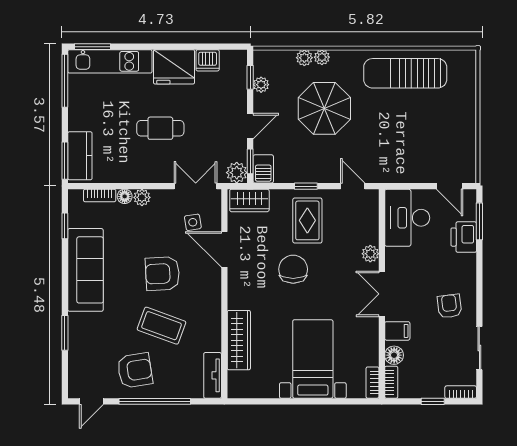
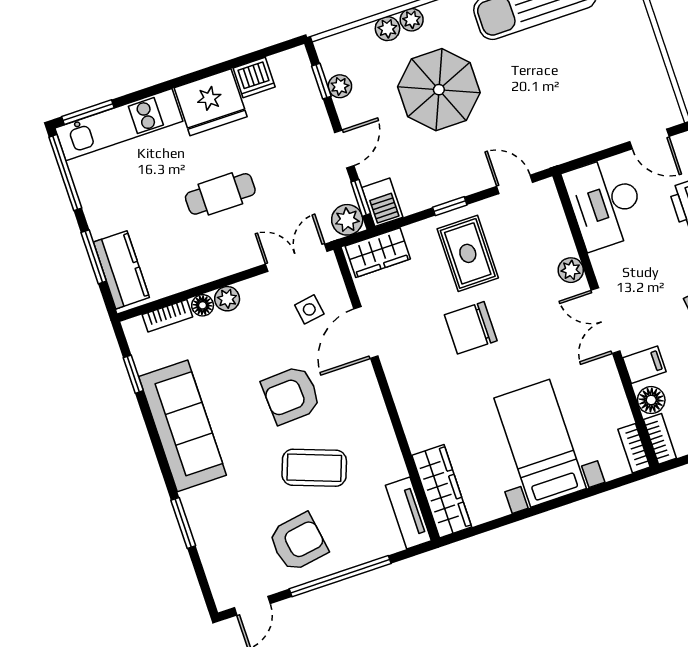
window: (65, 161) -> (94, 257), moved
door: (224, 249) -> (366, 332), hinge flipped
chair: (293, 269) -> (471, 328), turned -90
wardrobe: (239, 340) -> (442, 491), moved

